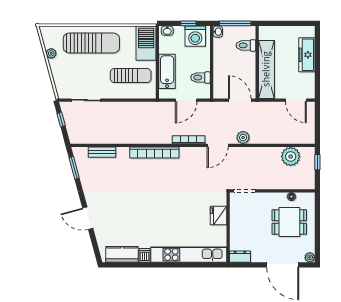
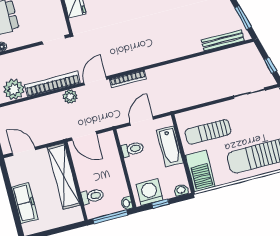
bench: (102, 152) -> (223, 40), width x1.36
bookcase: (154, 153) -> (52, 84), moved

